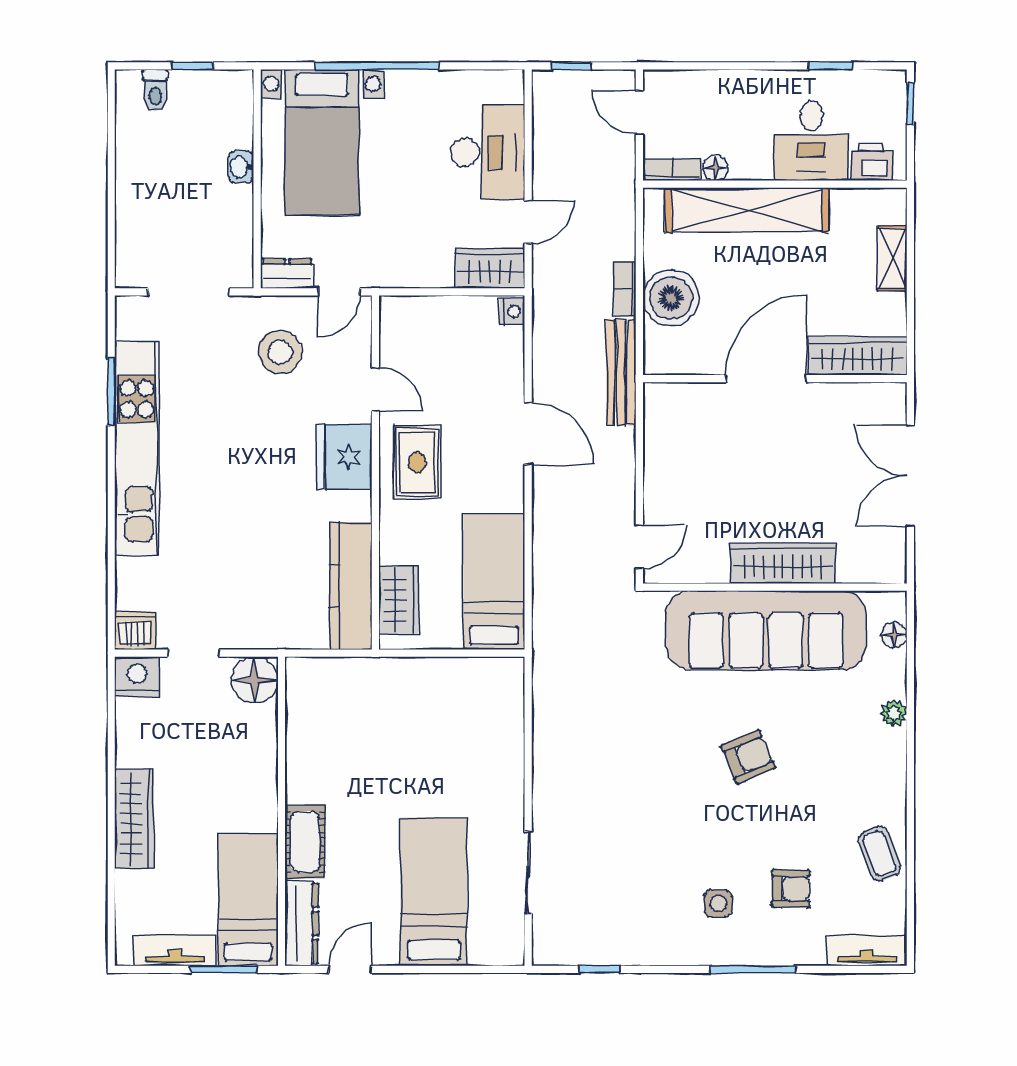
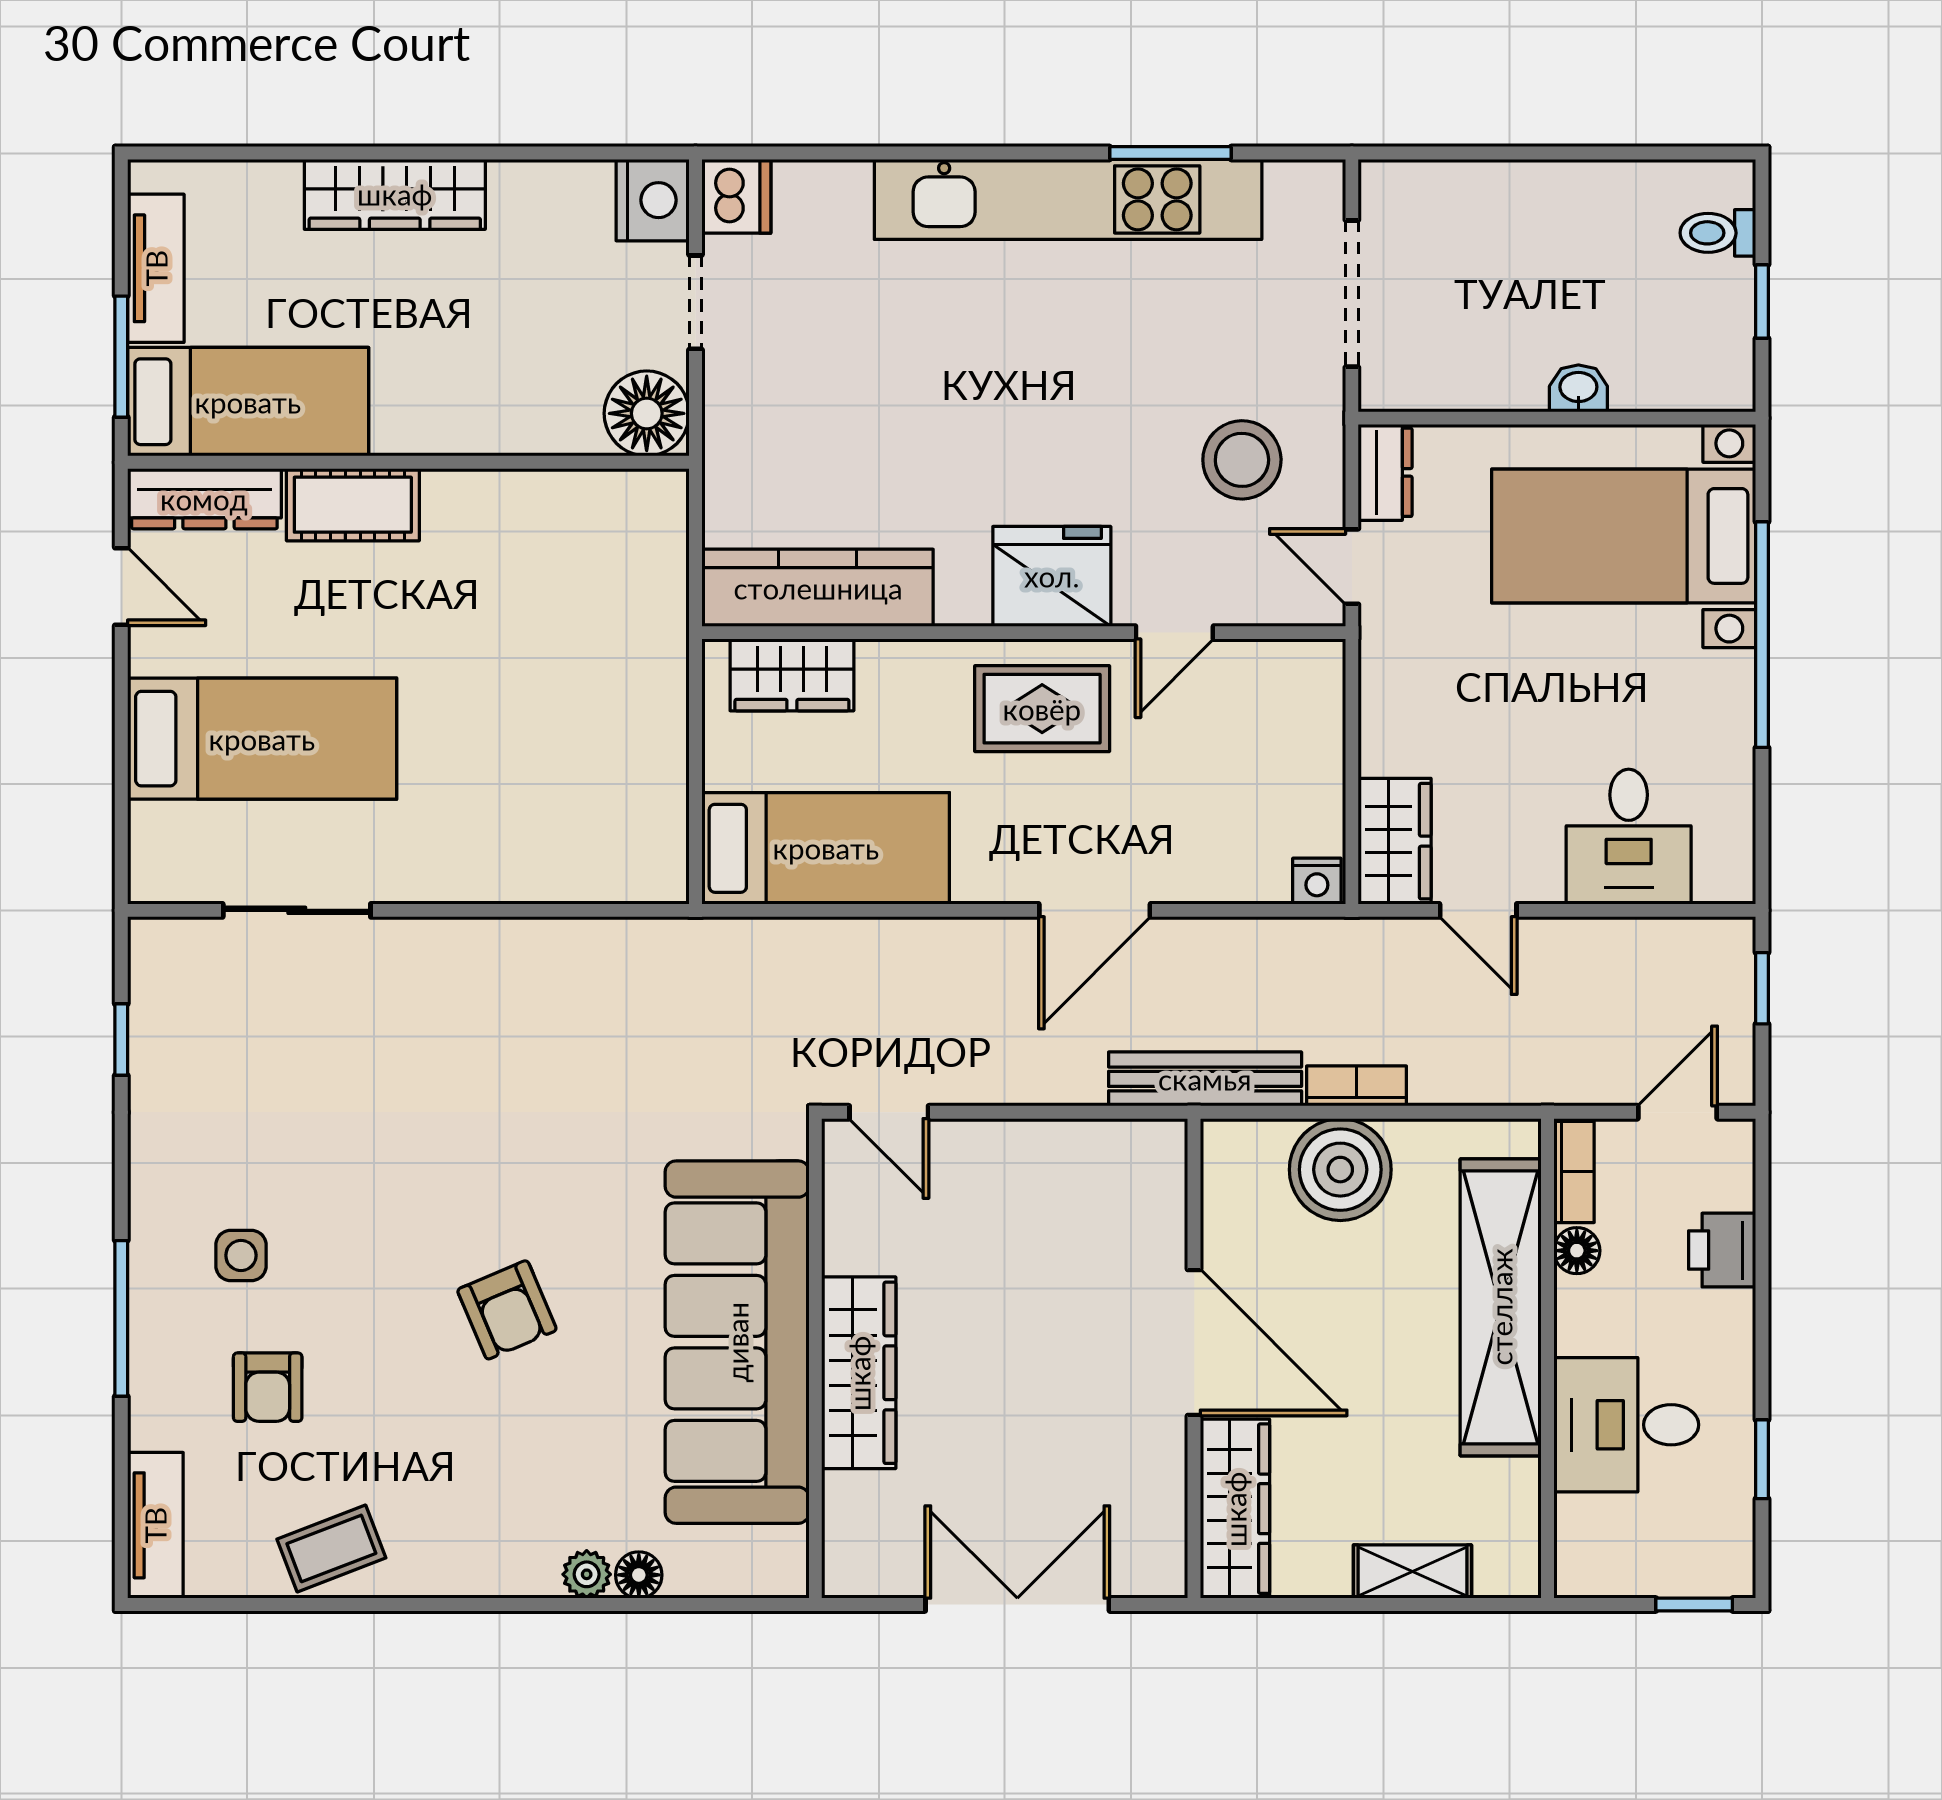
desk: (488, 152) -> (1629, 837), width x0.73
printer: (872, 162) -> (1722, 1250), moved, turned 180
floor lamp: (894, 635) -> (639, 1575), moved

